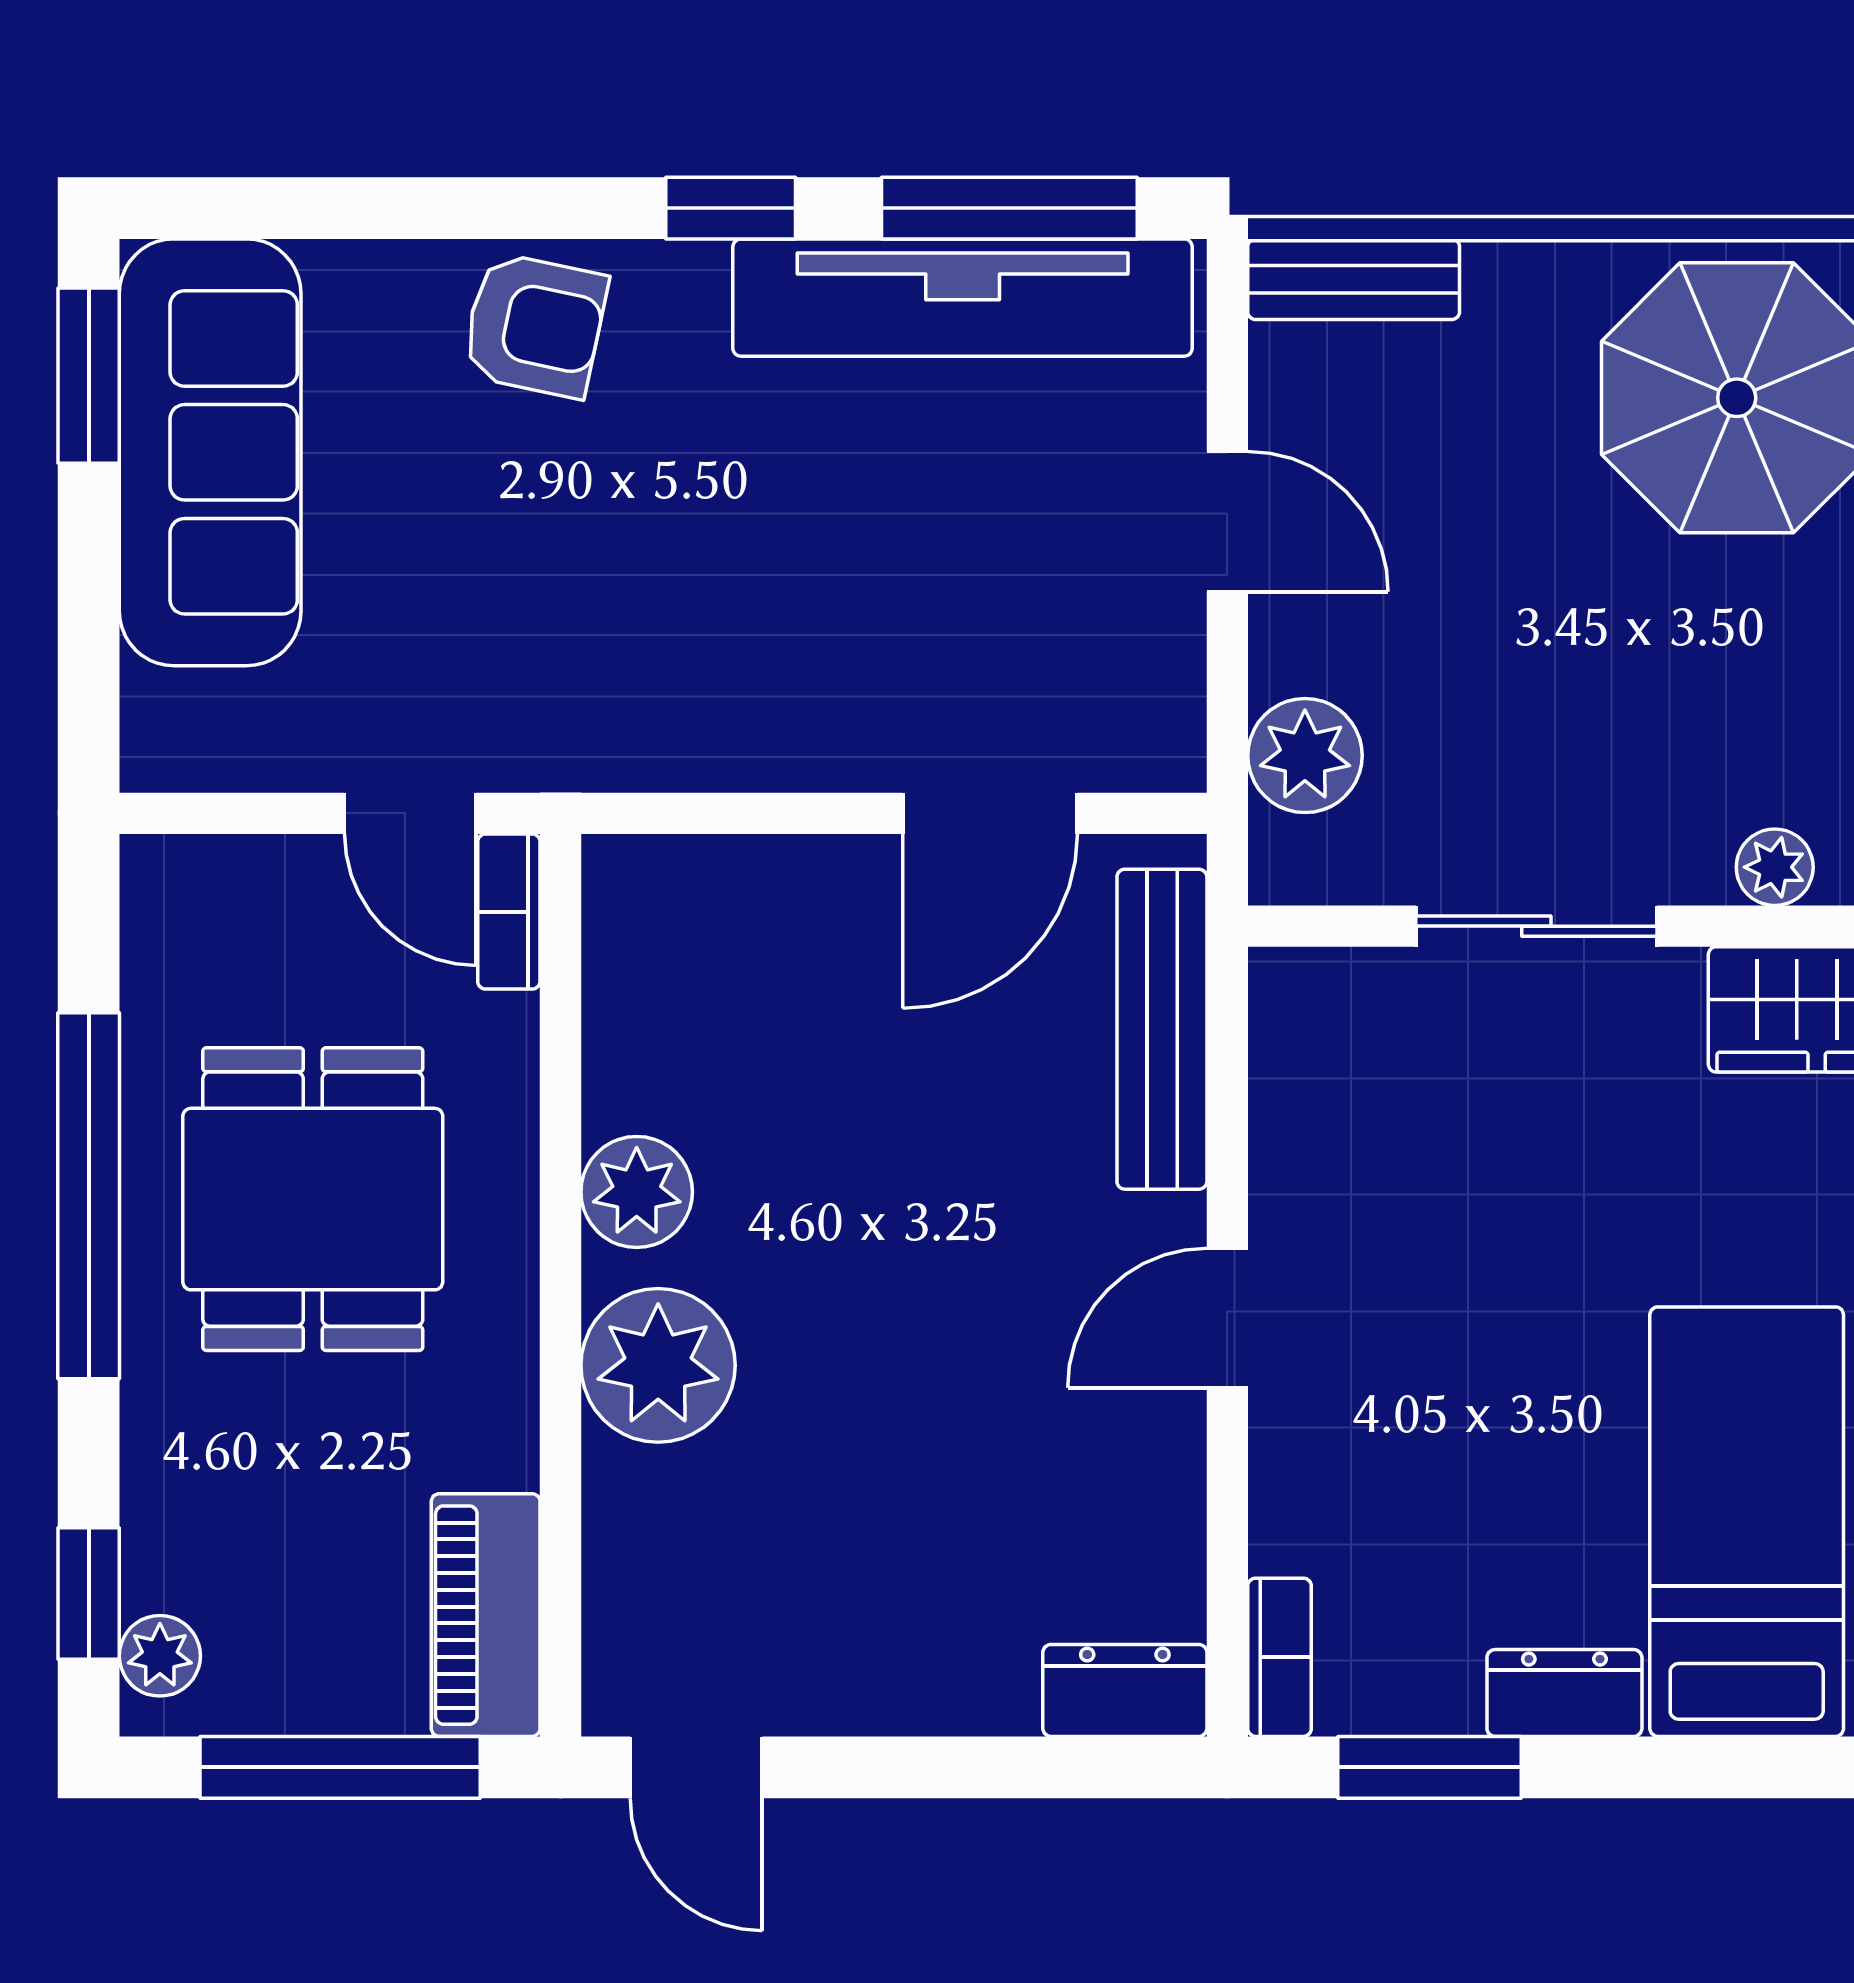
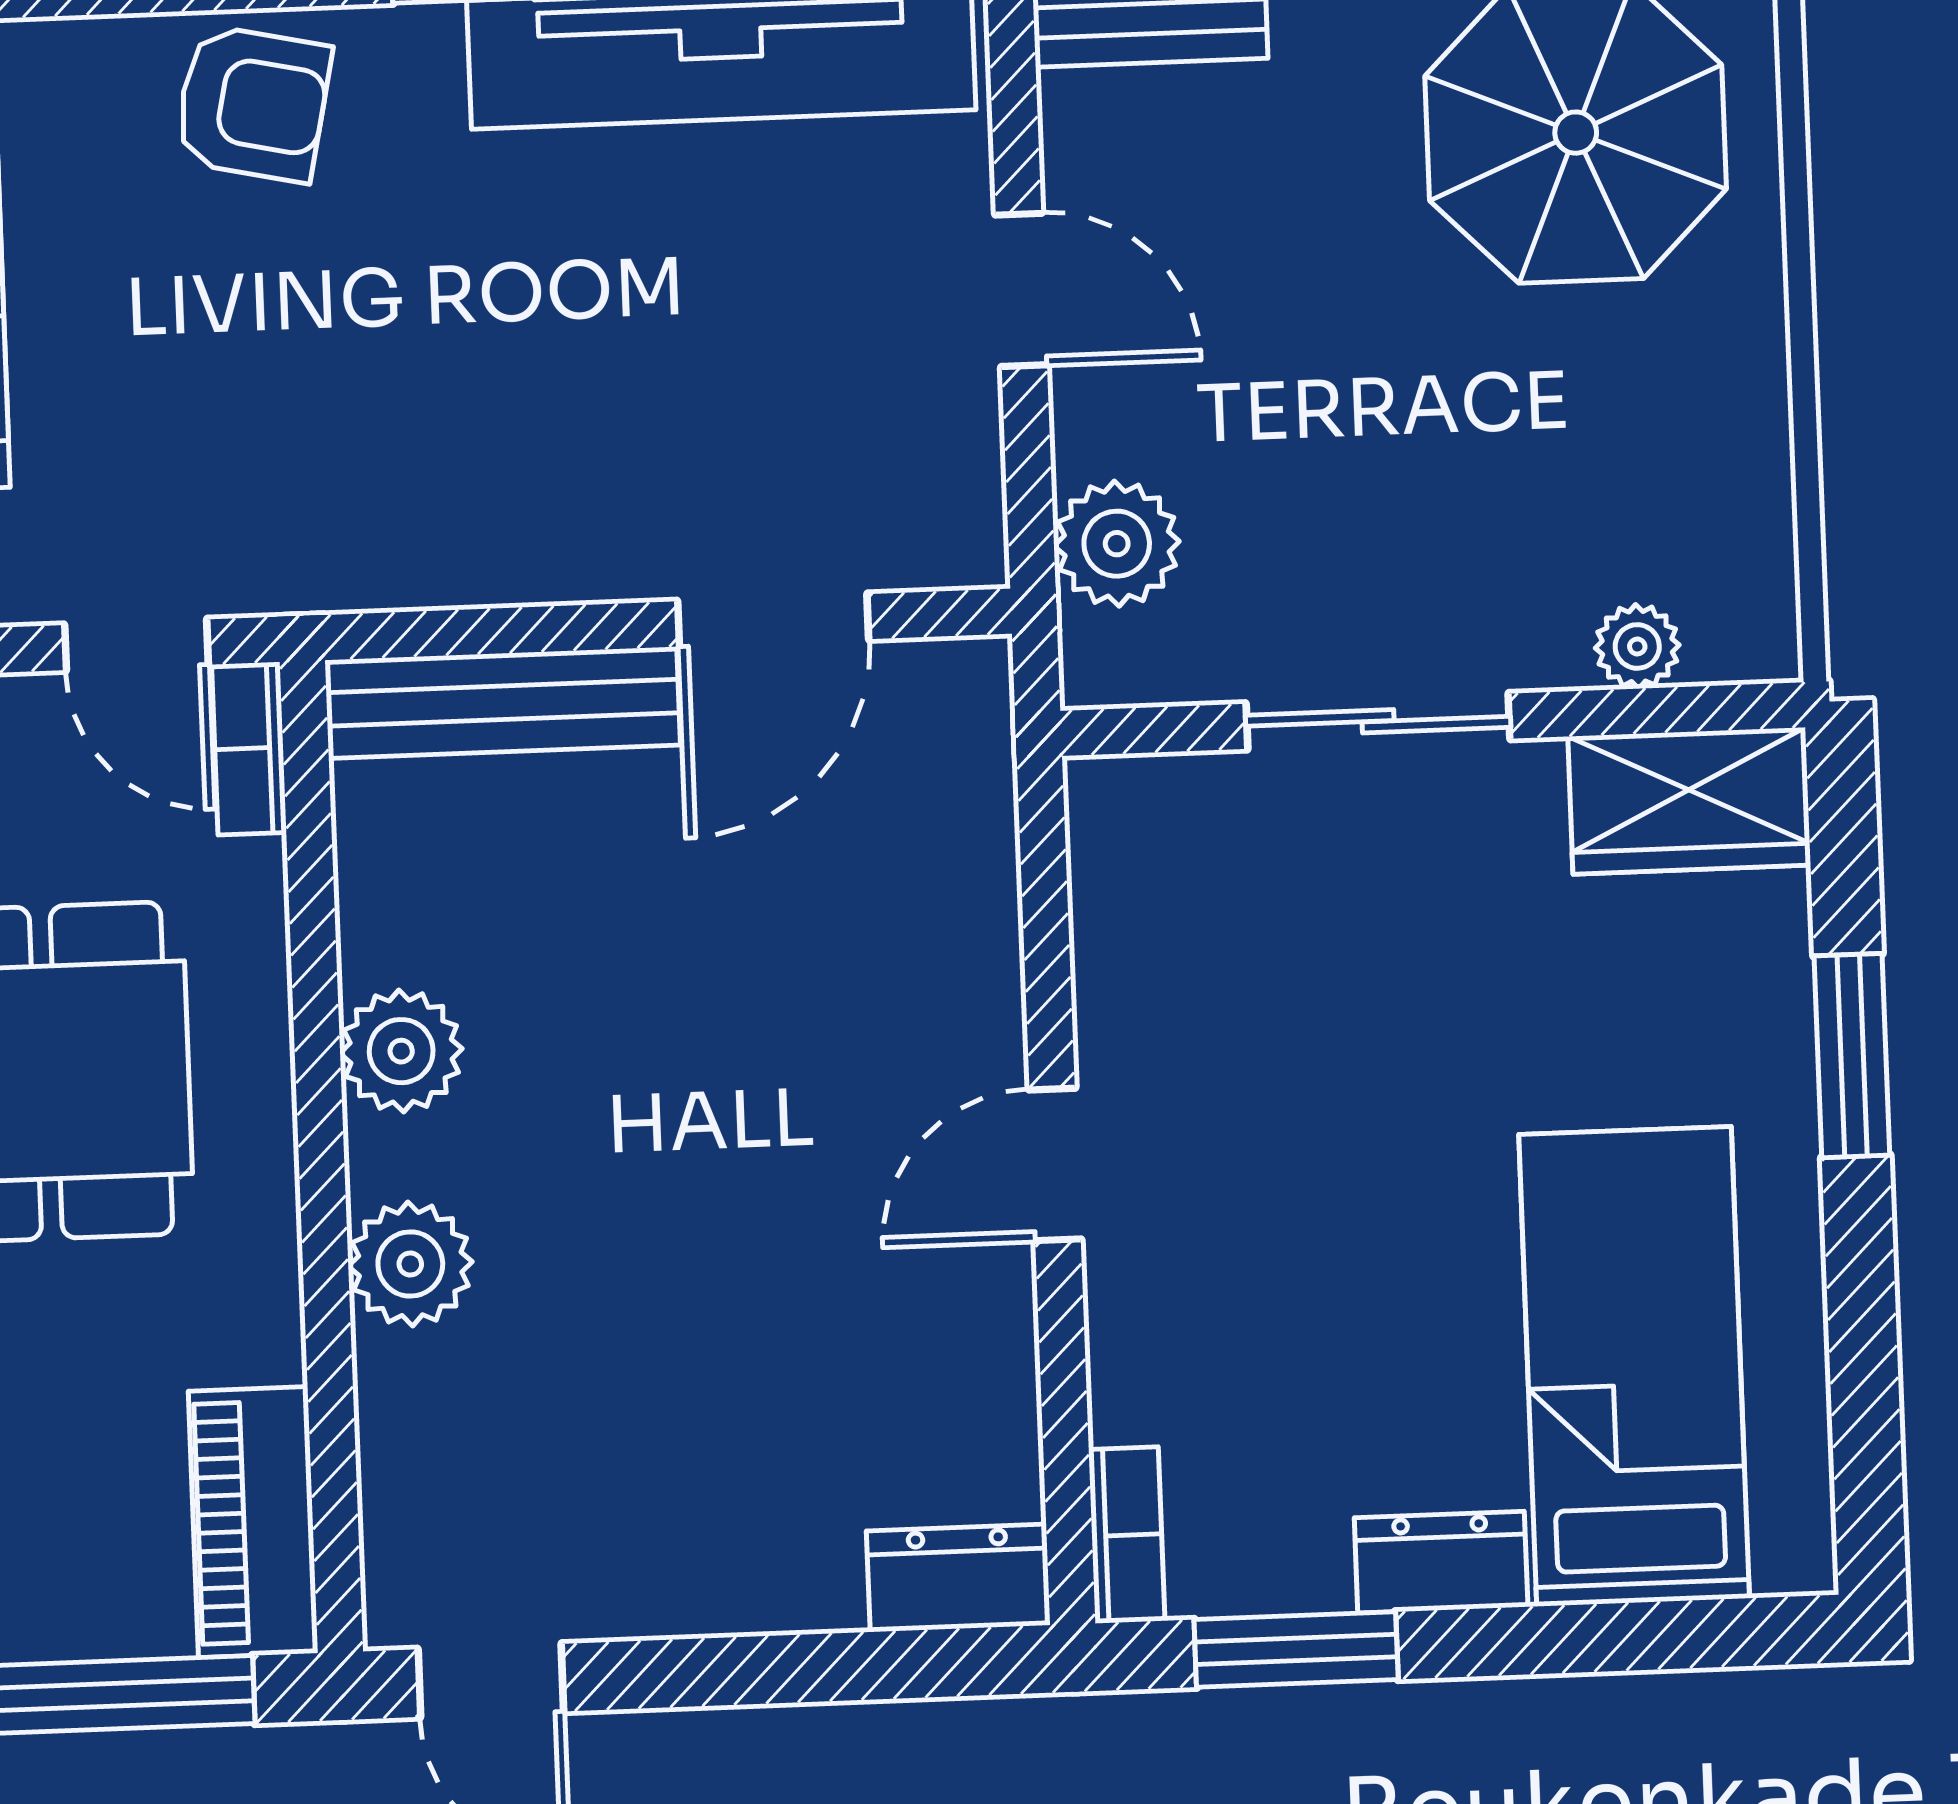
bench: (1162, 1029) -> (503, 703), moved, turned 90
plant: (658, 1365) -> (410, 1264), width x0.73, depth x0.73

